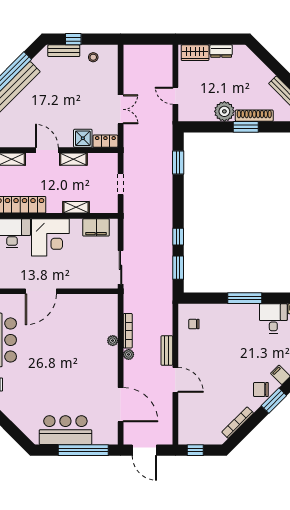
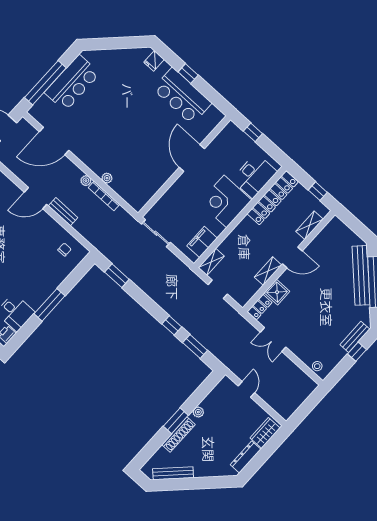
dresser: (221, 51) -> (246, 457), width x1.44
stool: (93, 57) -> (317, 366), moved
door: (175, 96) -> (246, 389), hinge flipped
plant: (224, 111) -> (198, 412), width x0.53, depth x0.53
shelving: (76, 207) -> (211, 262), moved
window: (178, 237) -> (172, 325), moved

